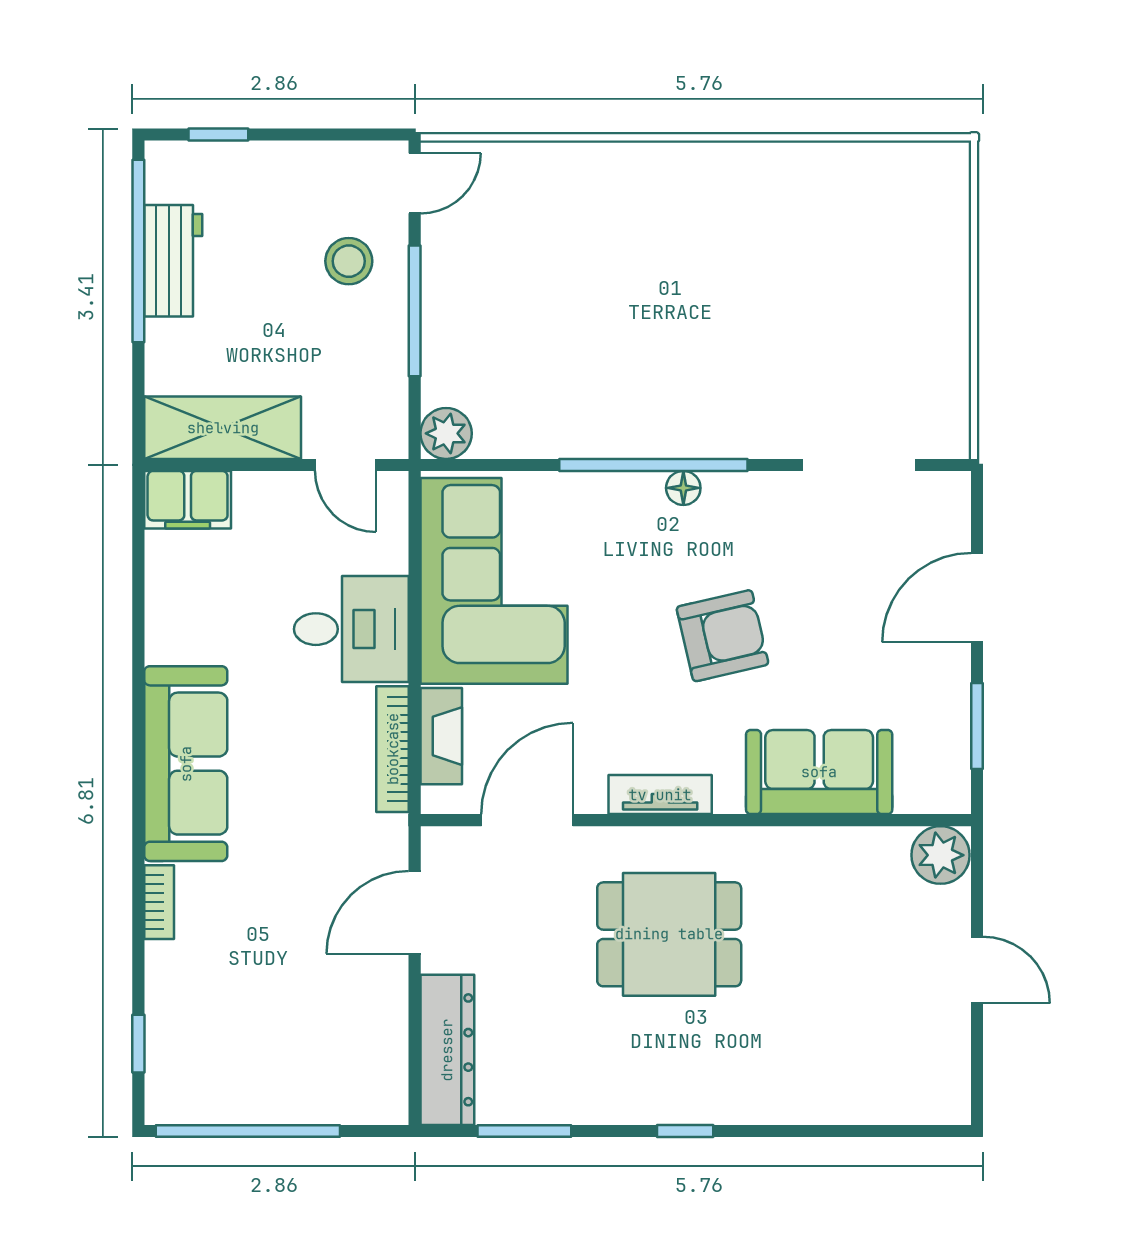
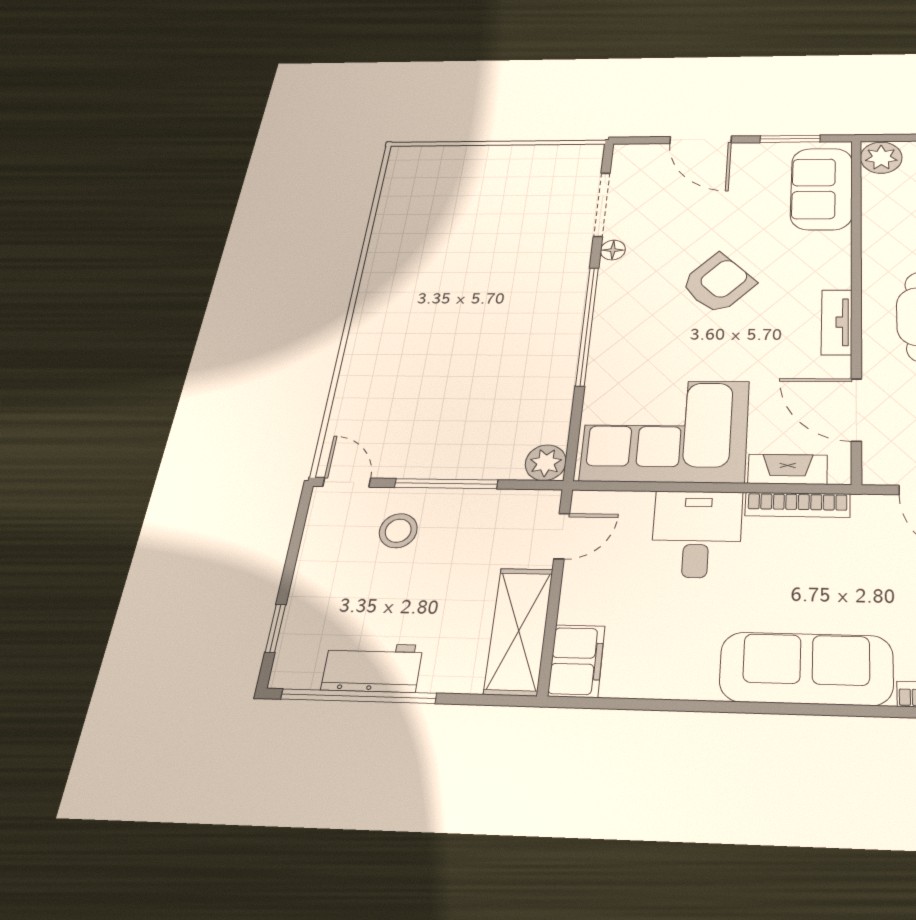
floor lamp: (683, 488) -> (613, 250), moved
armchair: (722, 636) -> (718, 283), turned 57
sofa: (819, 772) -> (822, 189), moved

